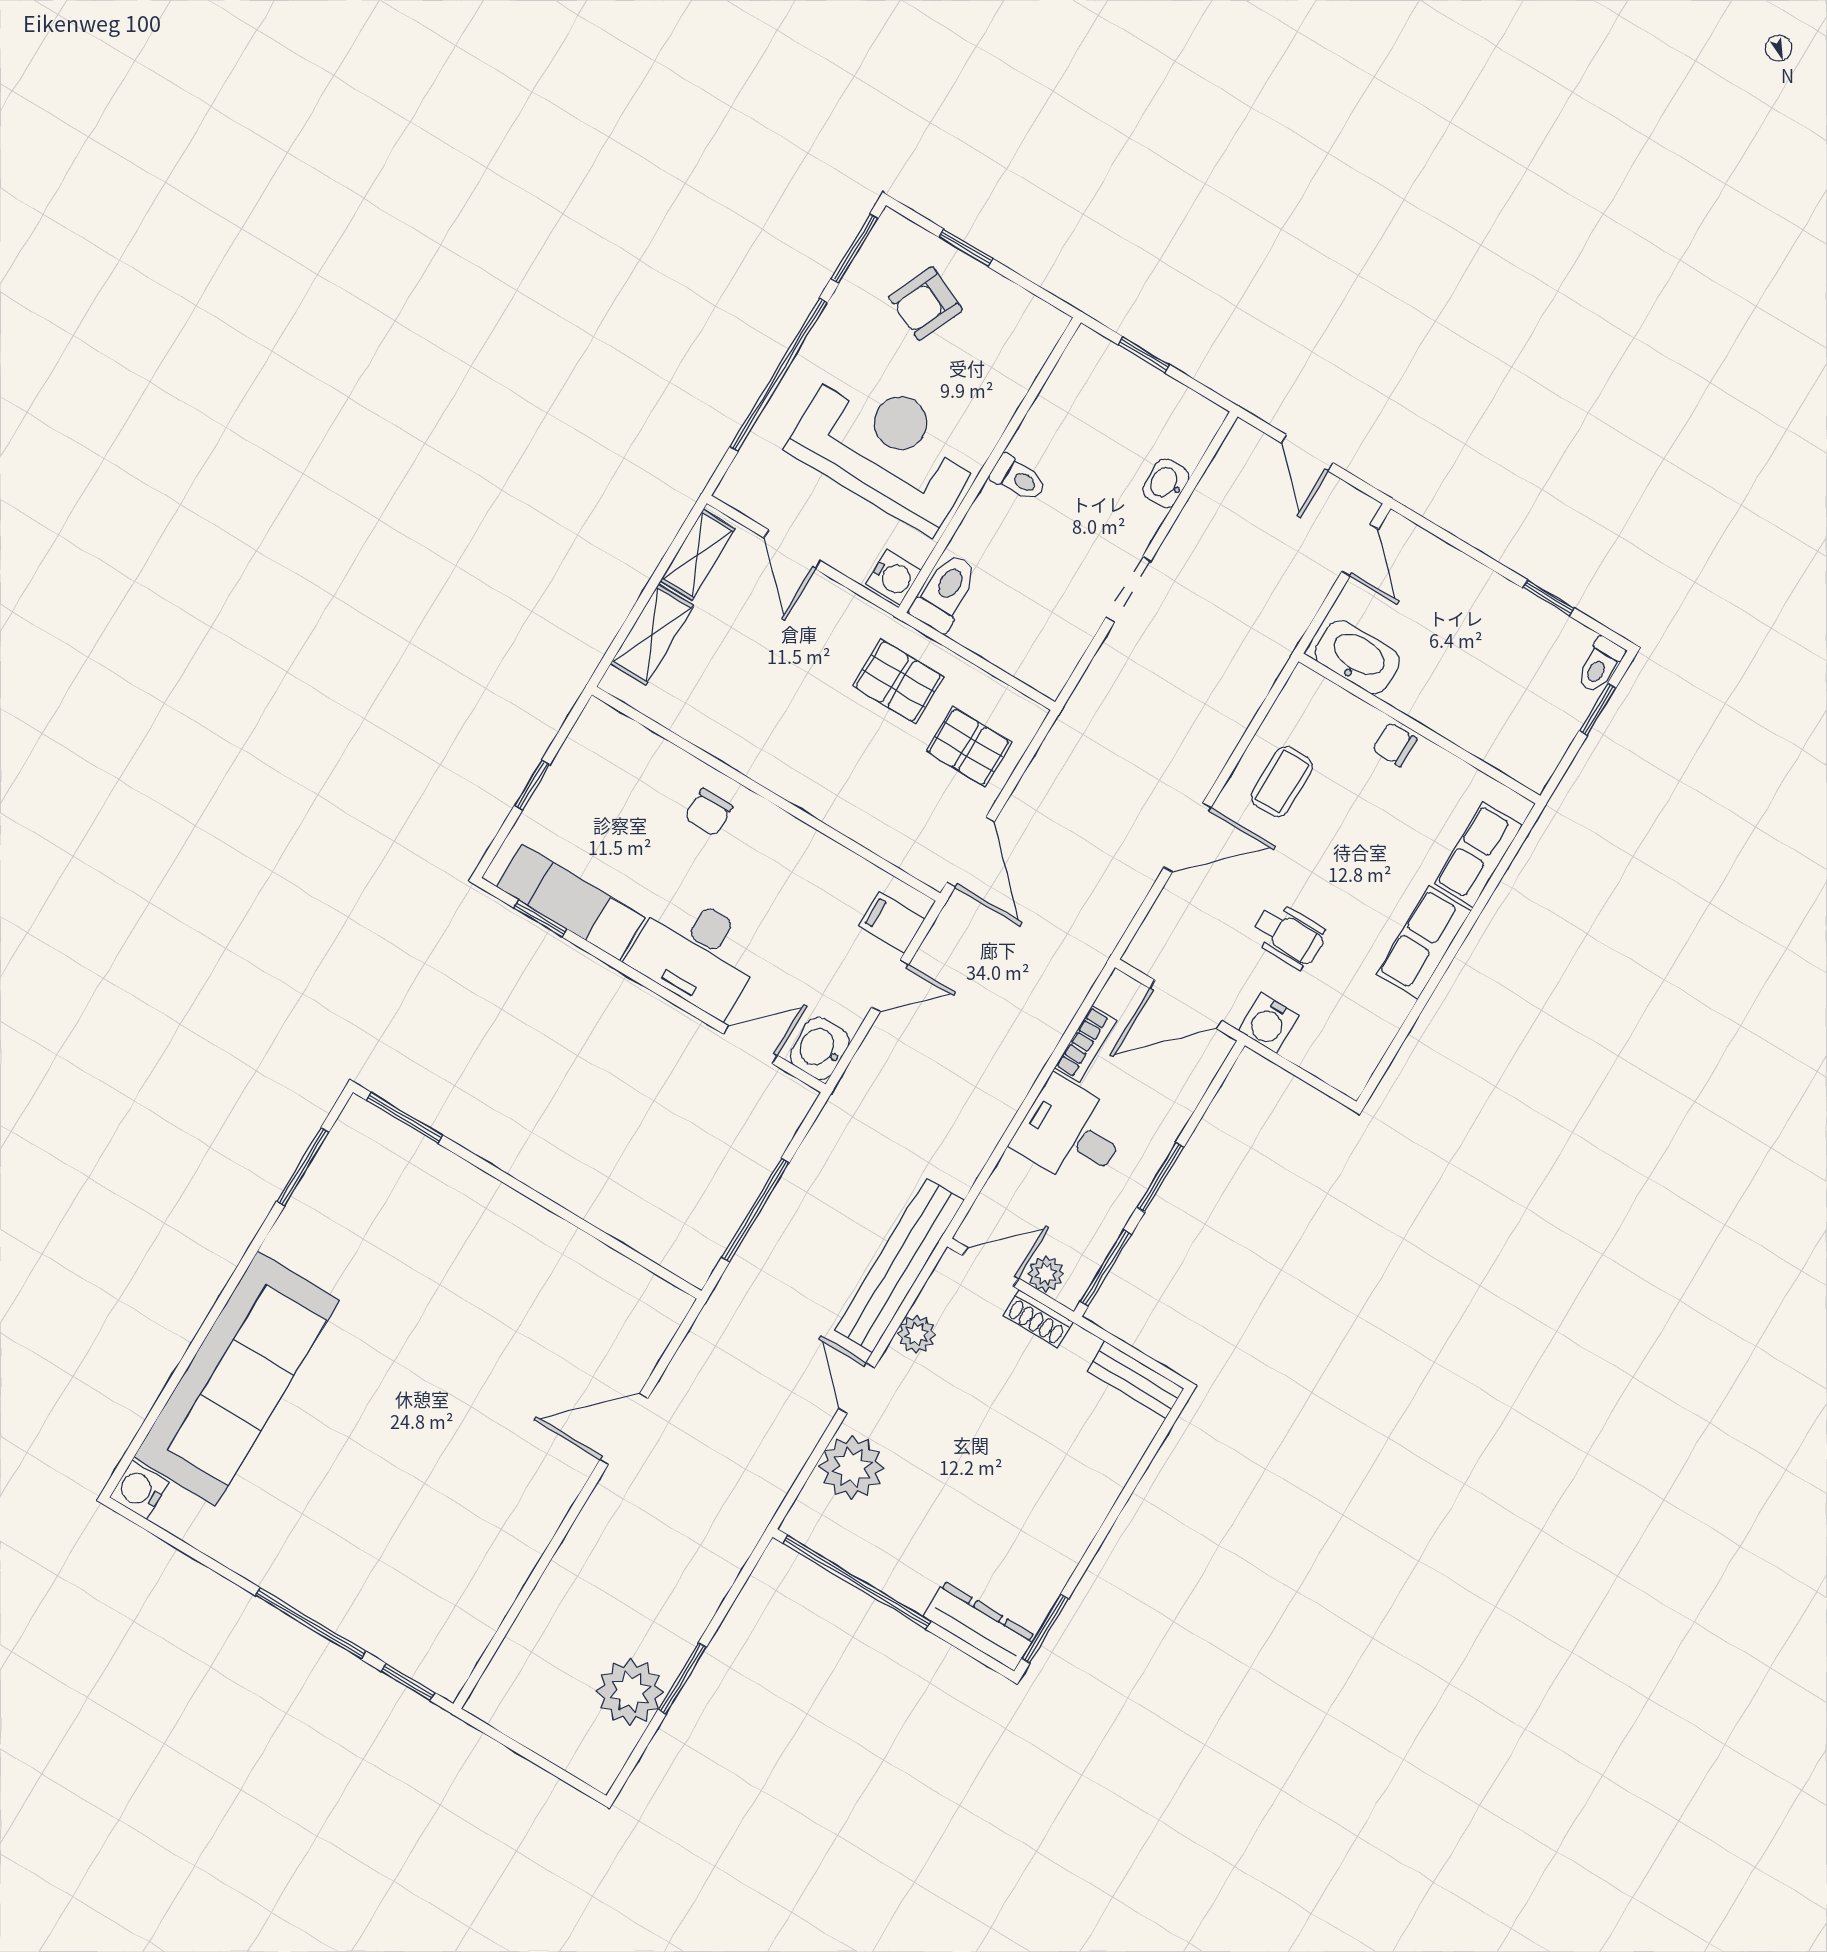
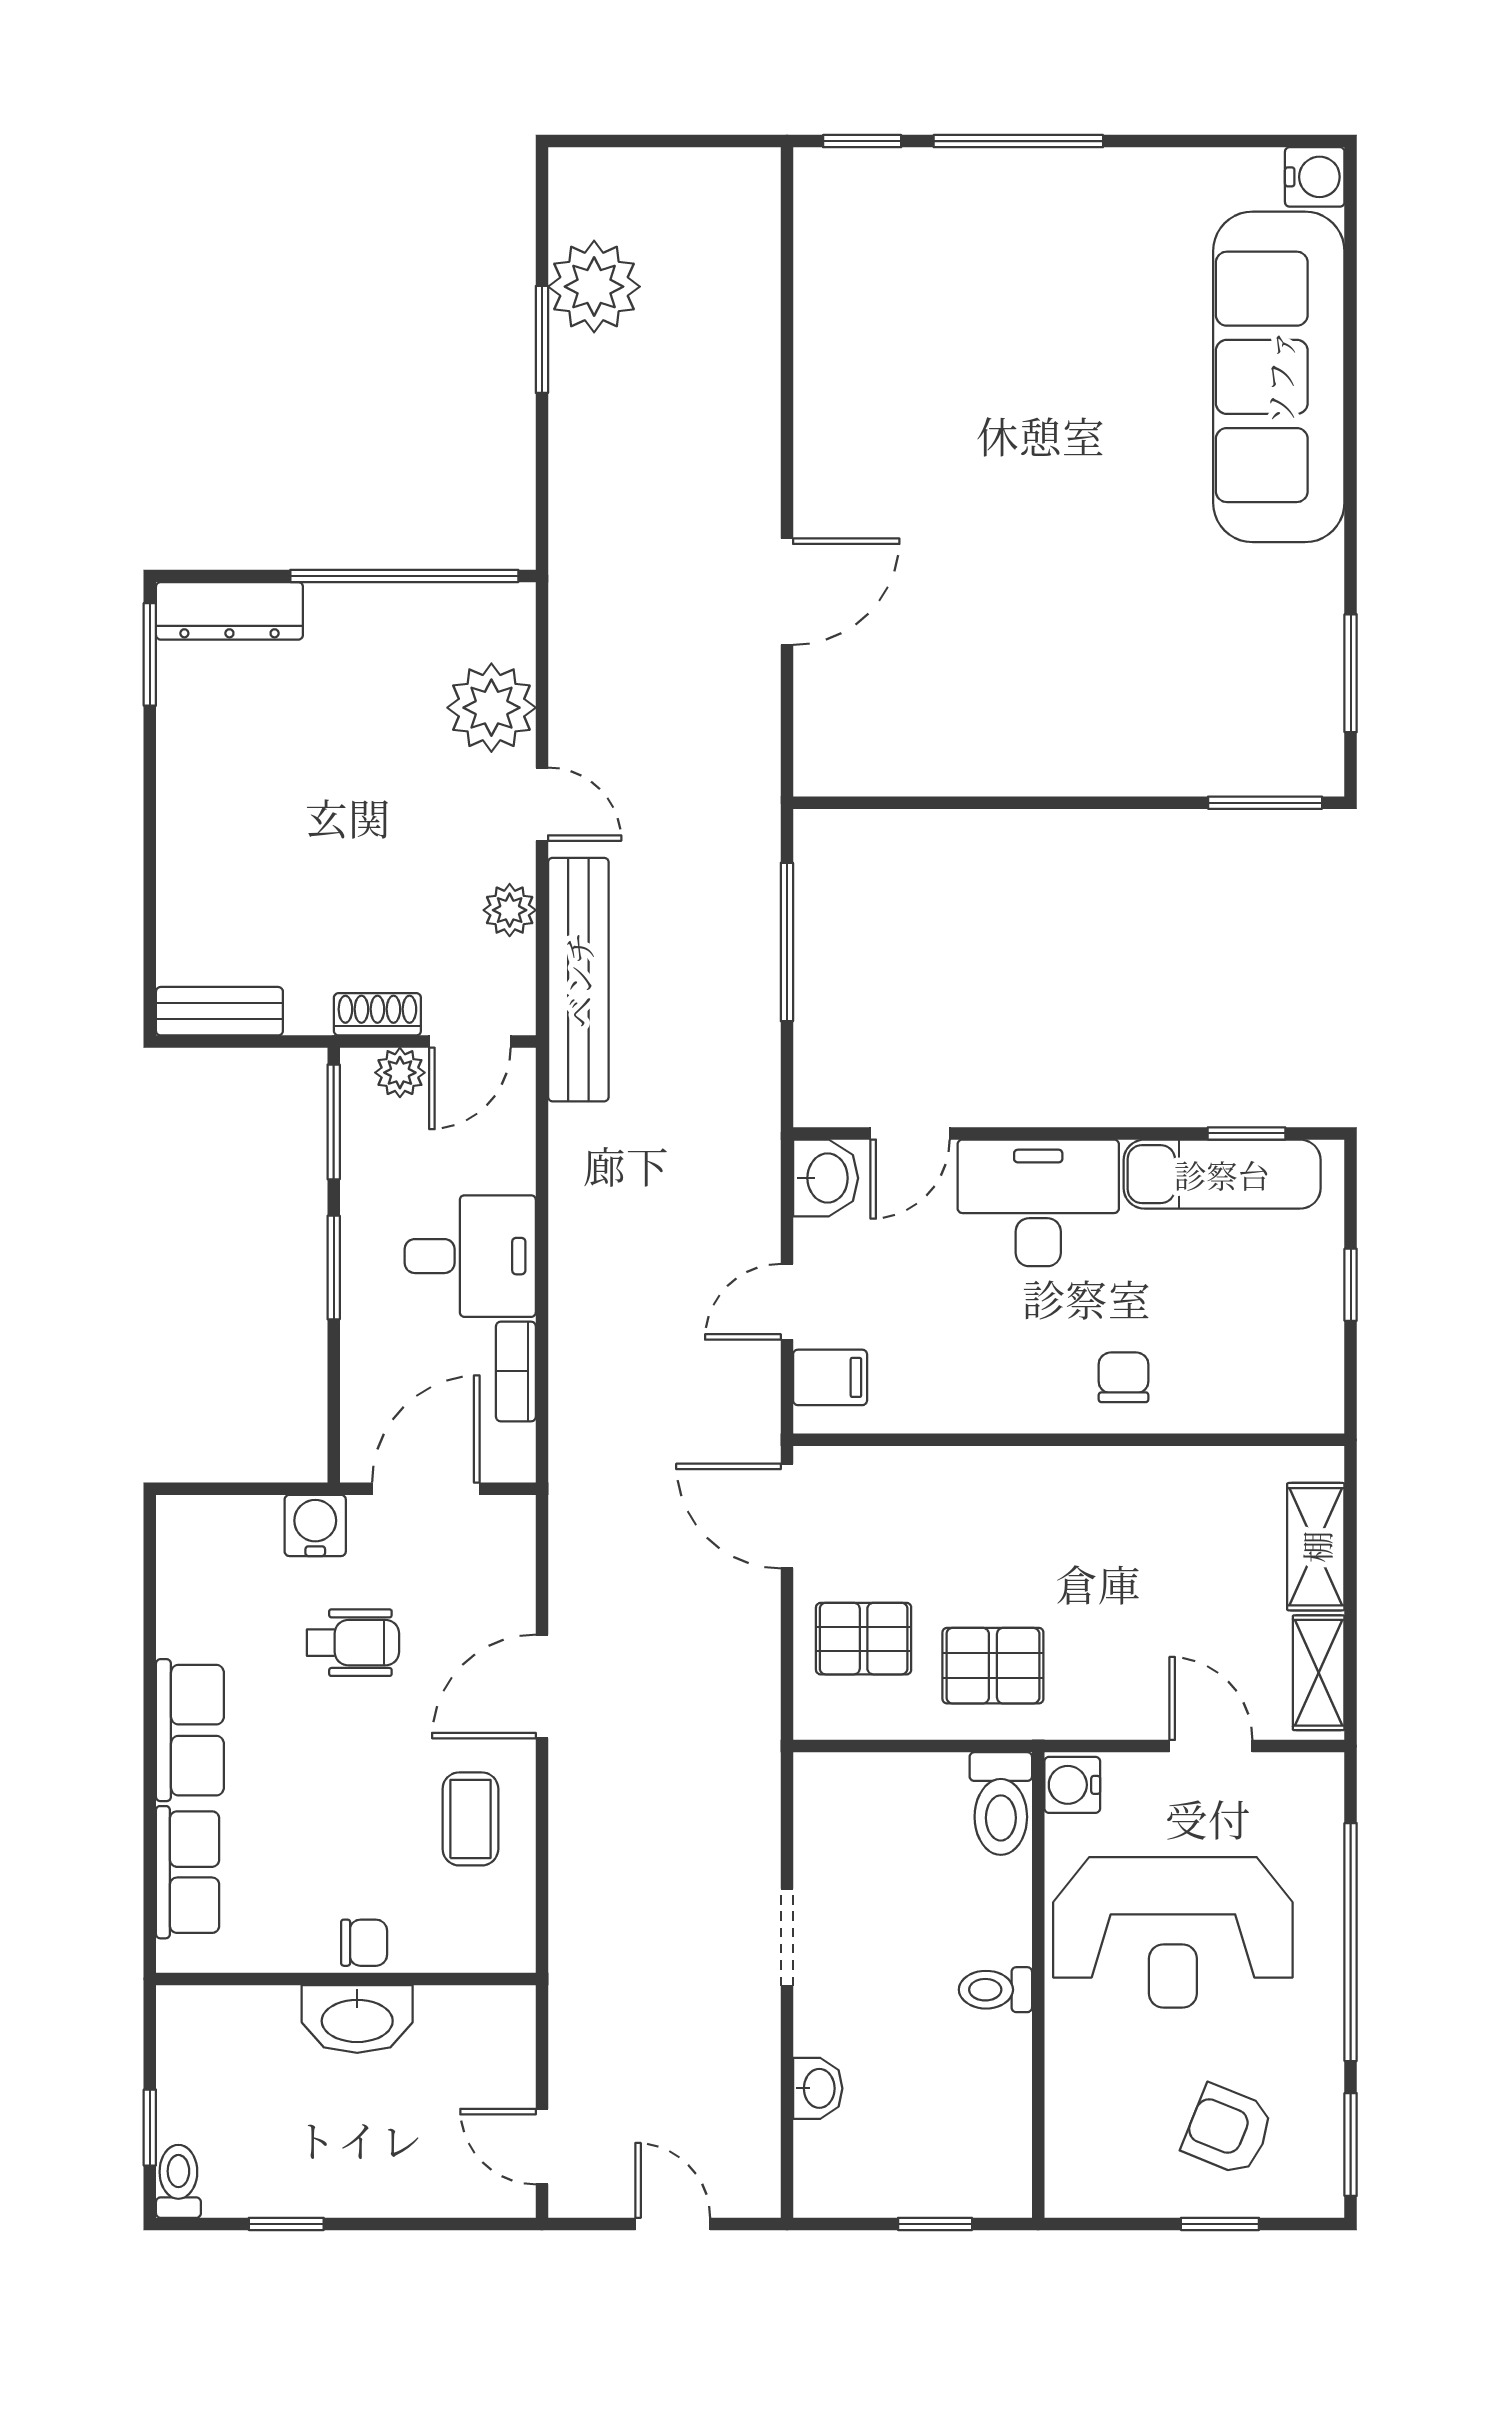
armchair: (926, 303) -> (1228, 2130), turned -92
washbasin: (1357, 657) -> (357, 2019), moved
wheelchair: (1289, 936) -> (353, 1643), turned 180

